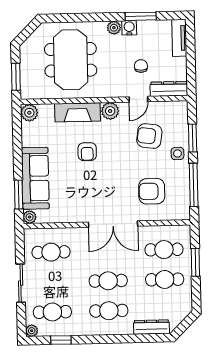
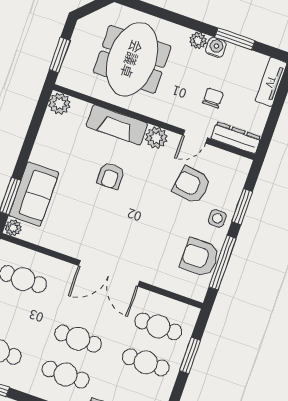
sofa: (35, 178) -> (34, 194), width x0.73
armchair: (152, 191) -> (200, 257), moved

